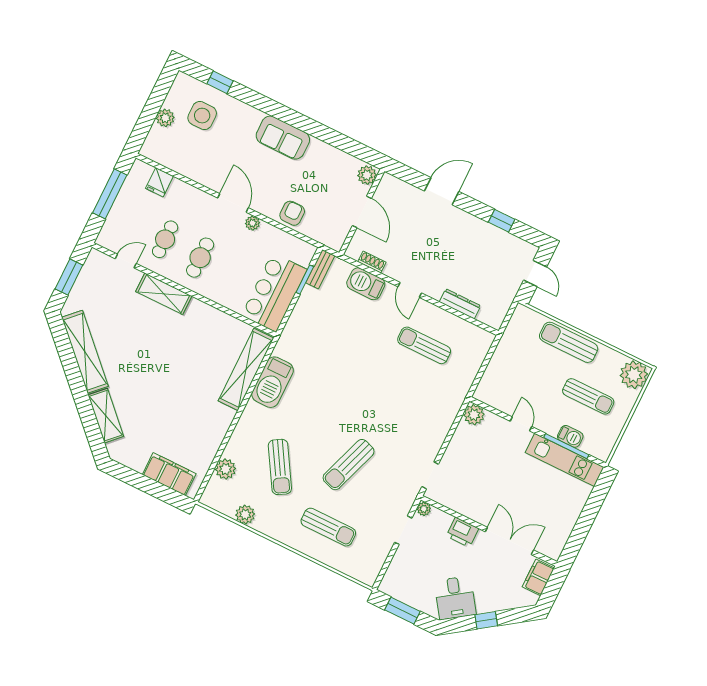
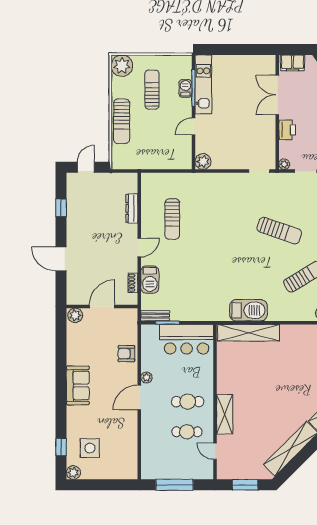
plant: (165, 118) -> (73, 472), moved
fridge: (159, 182) -> (150, 455), removed

